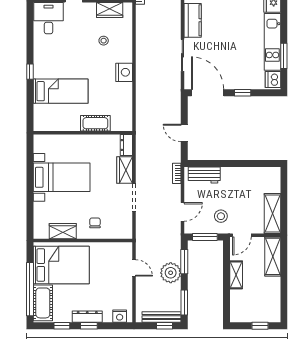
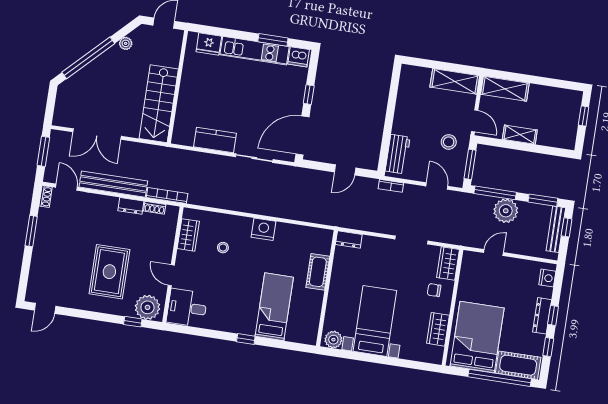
plant: (41, 145) -> (333, 340), added
wardrobe: (125, 170) -> (448, 264), moved, turned 90
window: (184, 262) -> (495, 193), width x1.44

